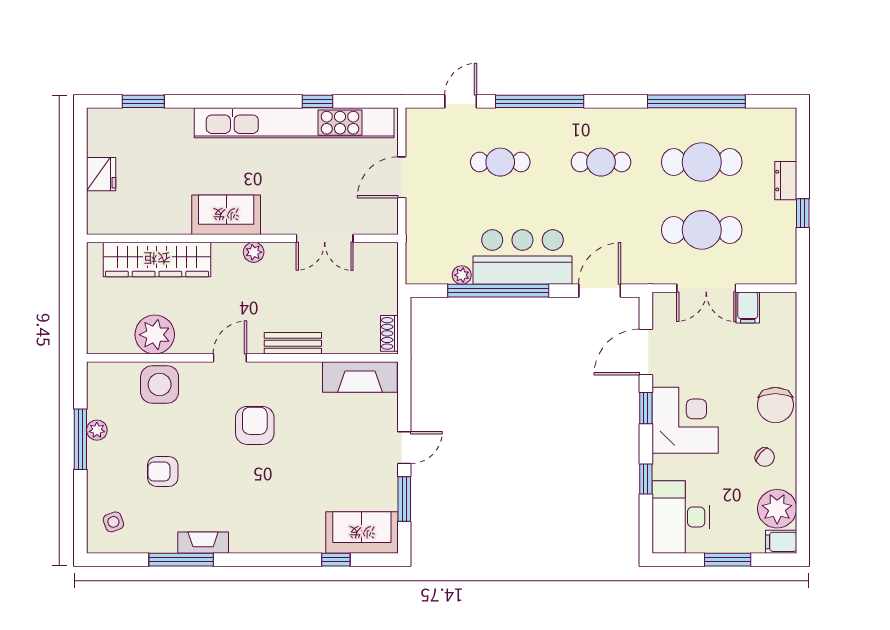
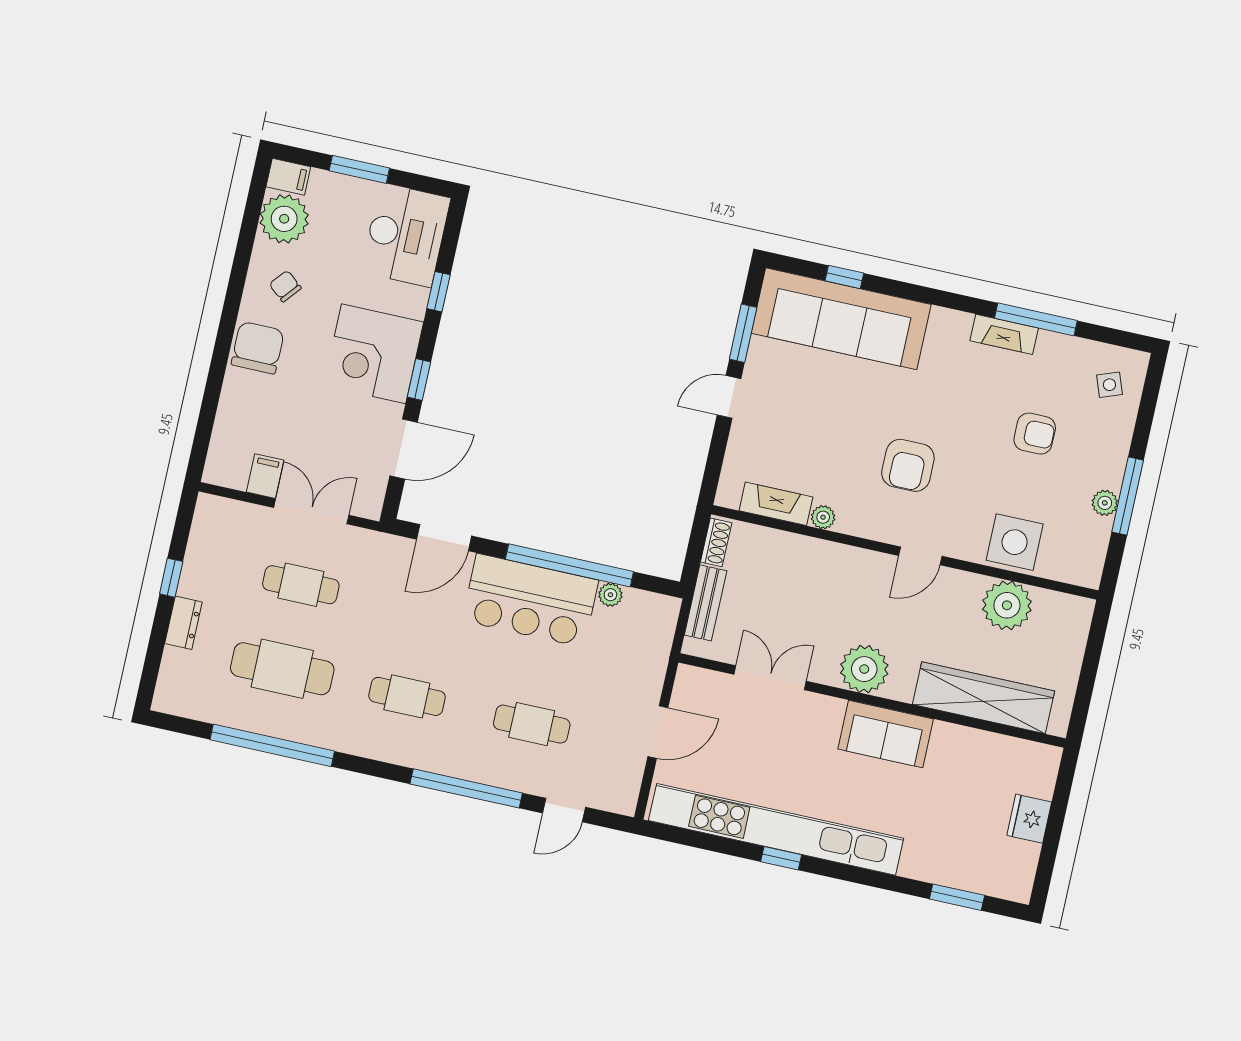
window: (318, 101) -> (781, 858), moved
cafe table: (702, 230) -> (301, 585), width x0.73, depth x0.74
plant: (254, 252) -> (864, 669), width x1.87, depth x1.87
bench: (293, 343) -> (706, 603), moved, turned 90
plant: (311, 371) -> (823, 517), added
fireplace: (360, 377) -> (776, 504), width x0.73, depth x0.76
sofa: (362, 533) -> (841, 319), width x1.85, depth x1.27

